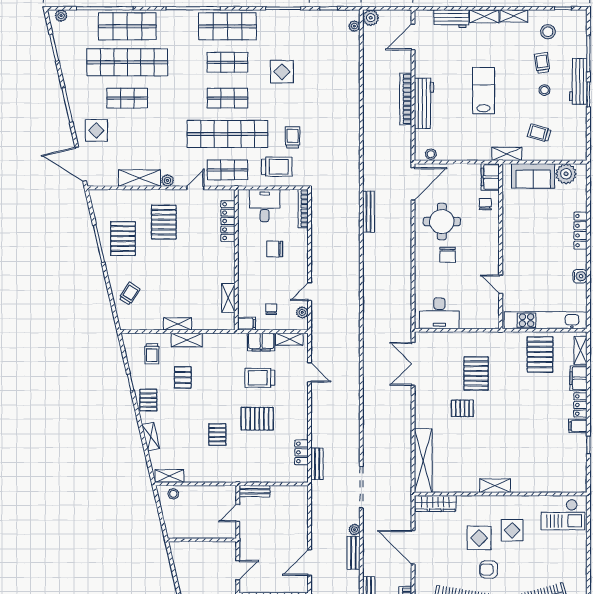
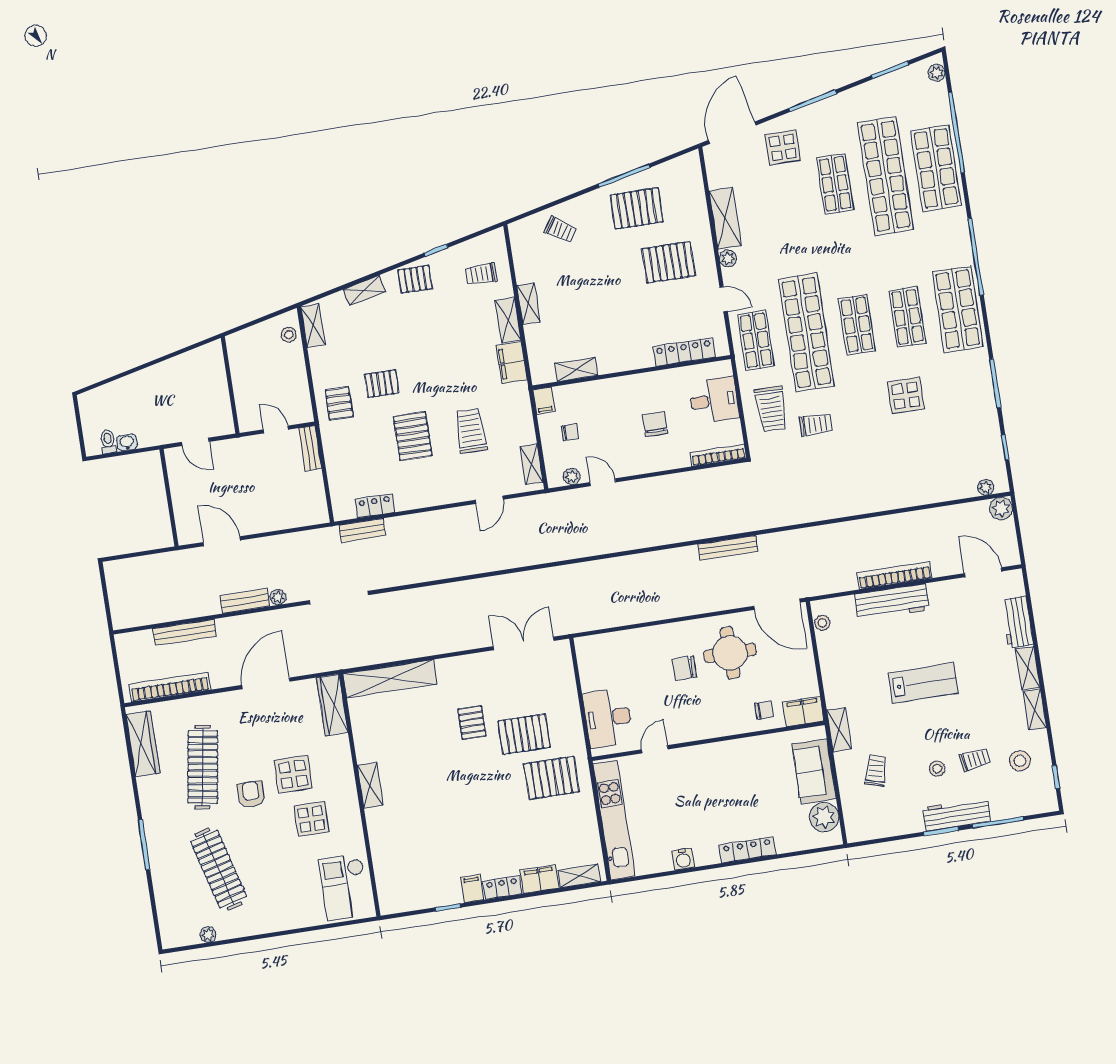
desk: (439, 313) -> (608, 718), moved
filing cabinet: (261, 342) -> (512, 363), moved
pallet: (540, 354) -> (551, 778), moved
pallet: (183, 377) -> (339, 403), moved, turned 90

